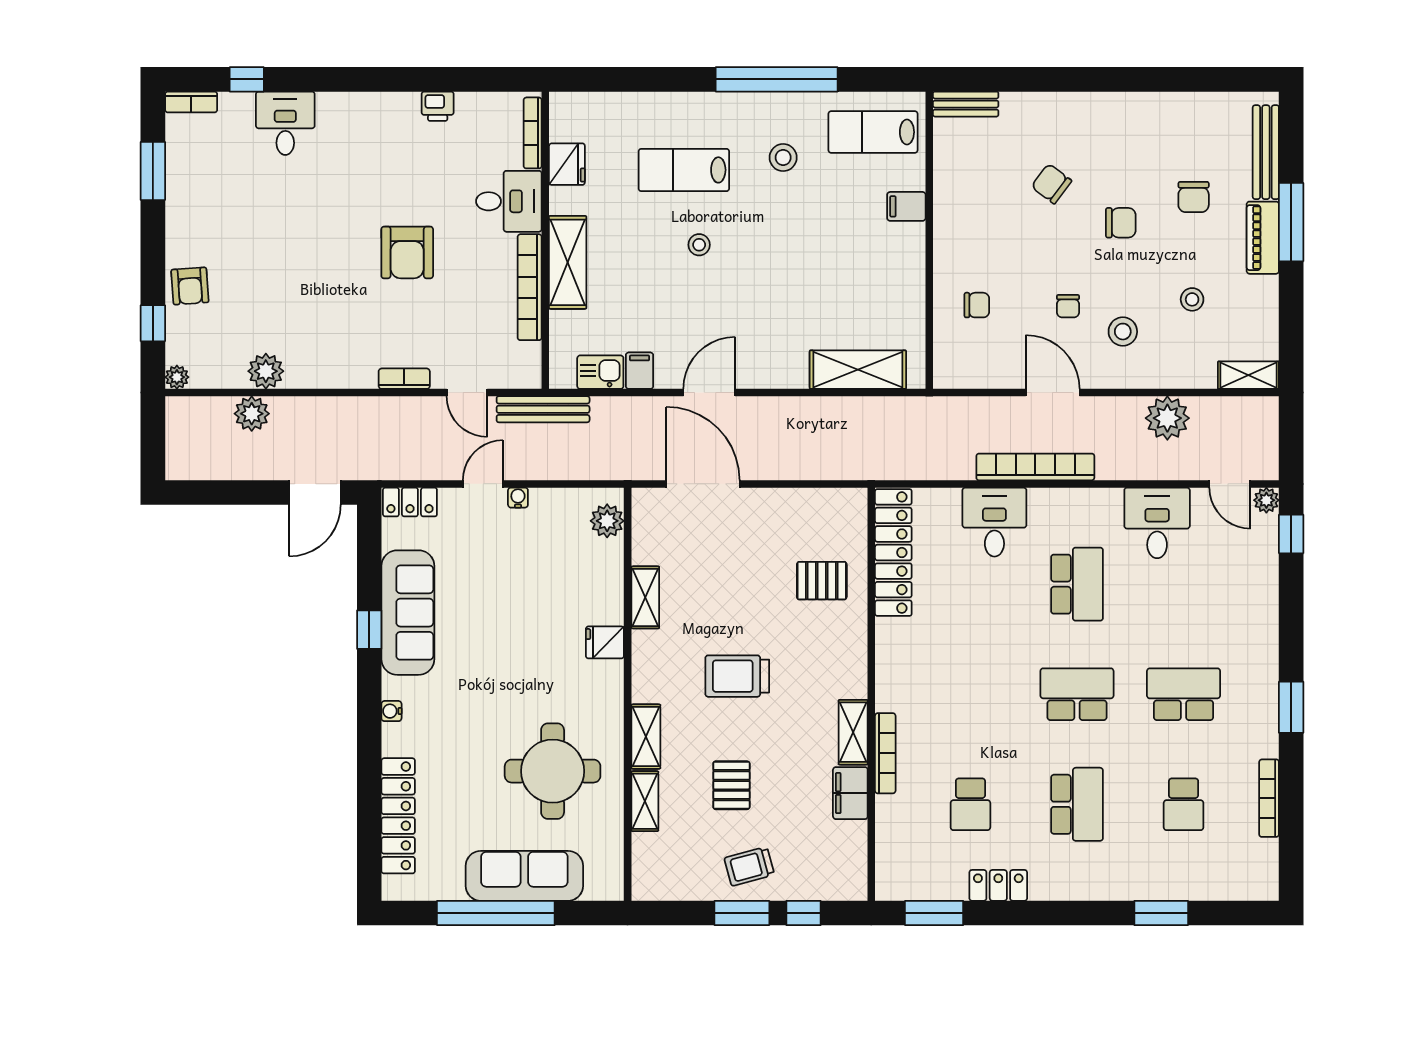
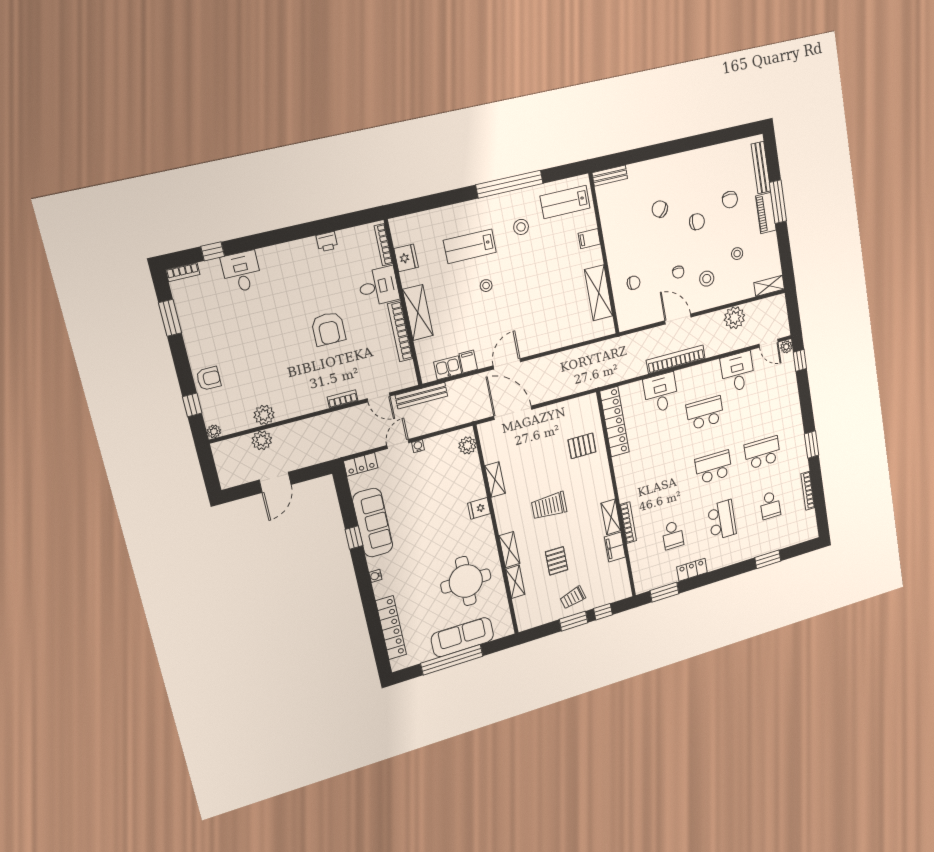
armchair: (190, 286) -> (209, 378), turned -86
shelving: (858, 370) -> (599, 293), moved, turned 90
door: (315, 493) -> (275, 482), moved
school desk: (1077, 584) -> (705, 413), turned -90

